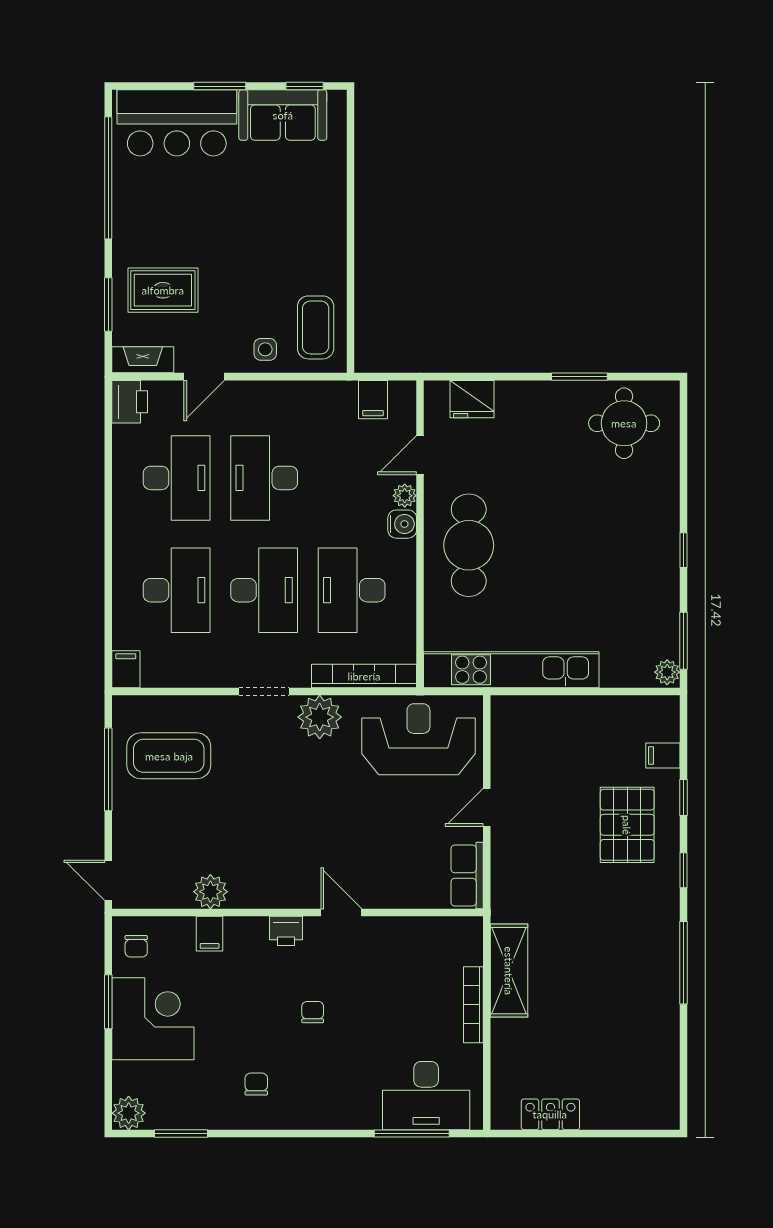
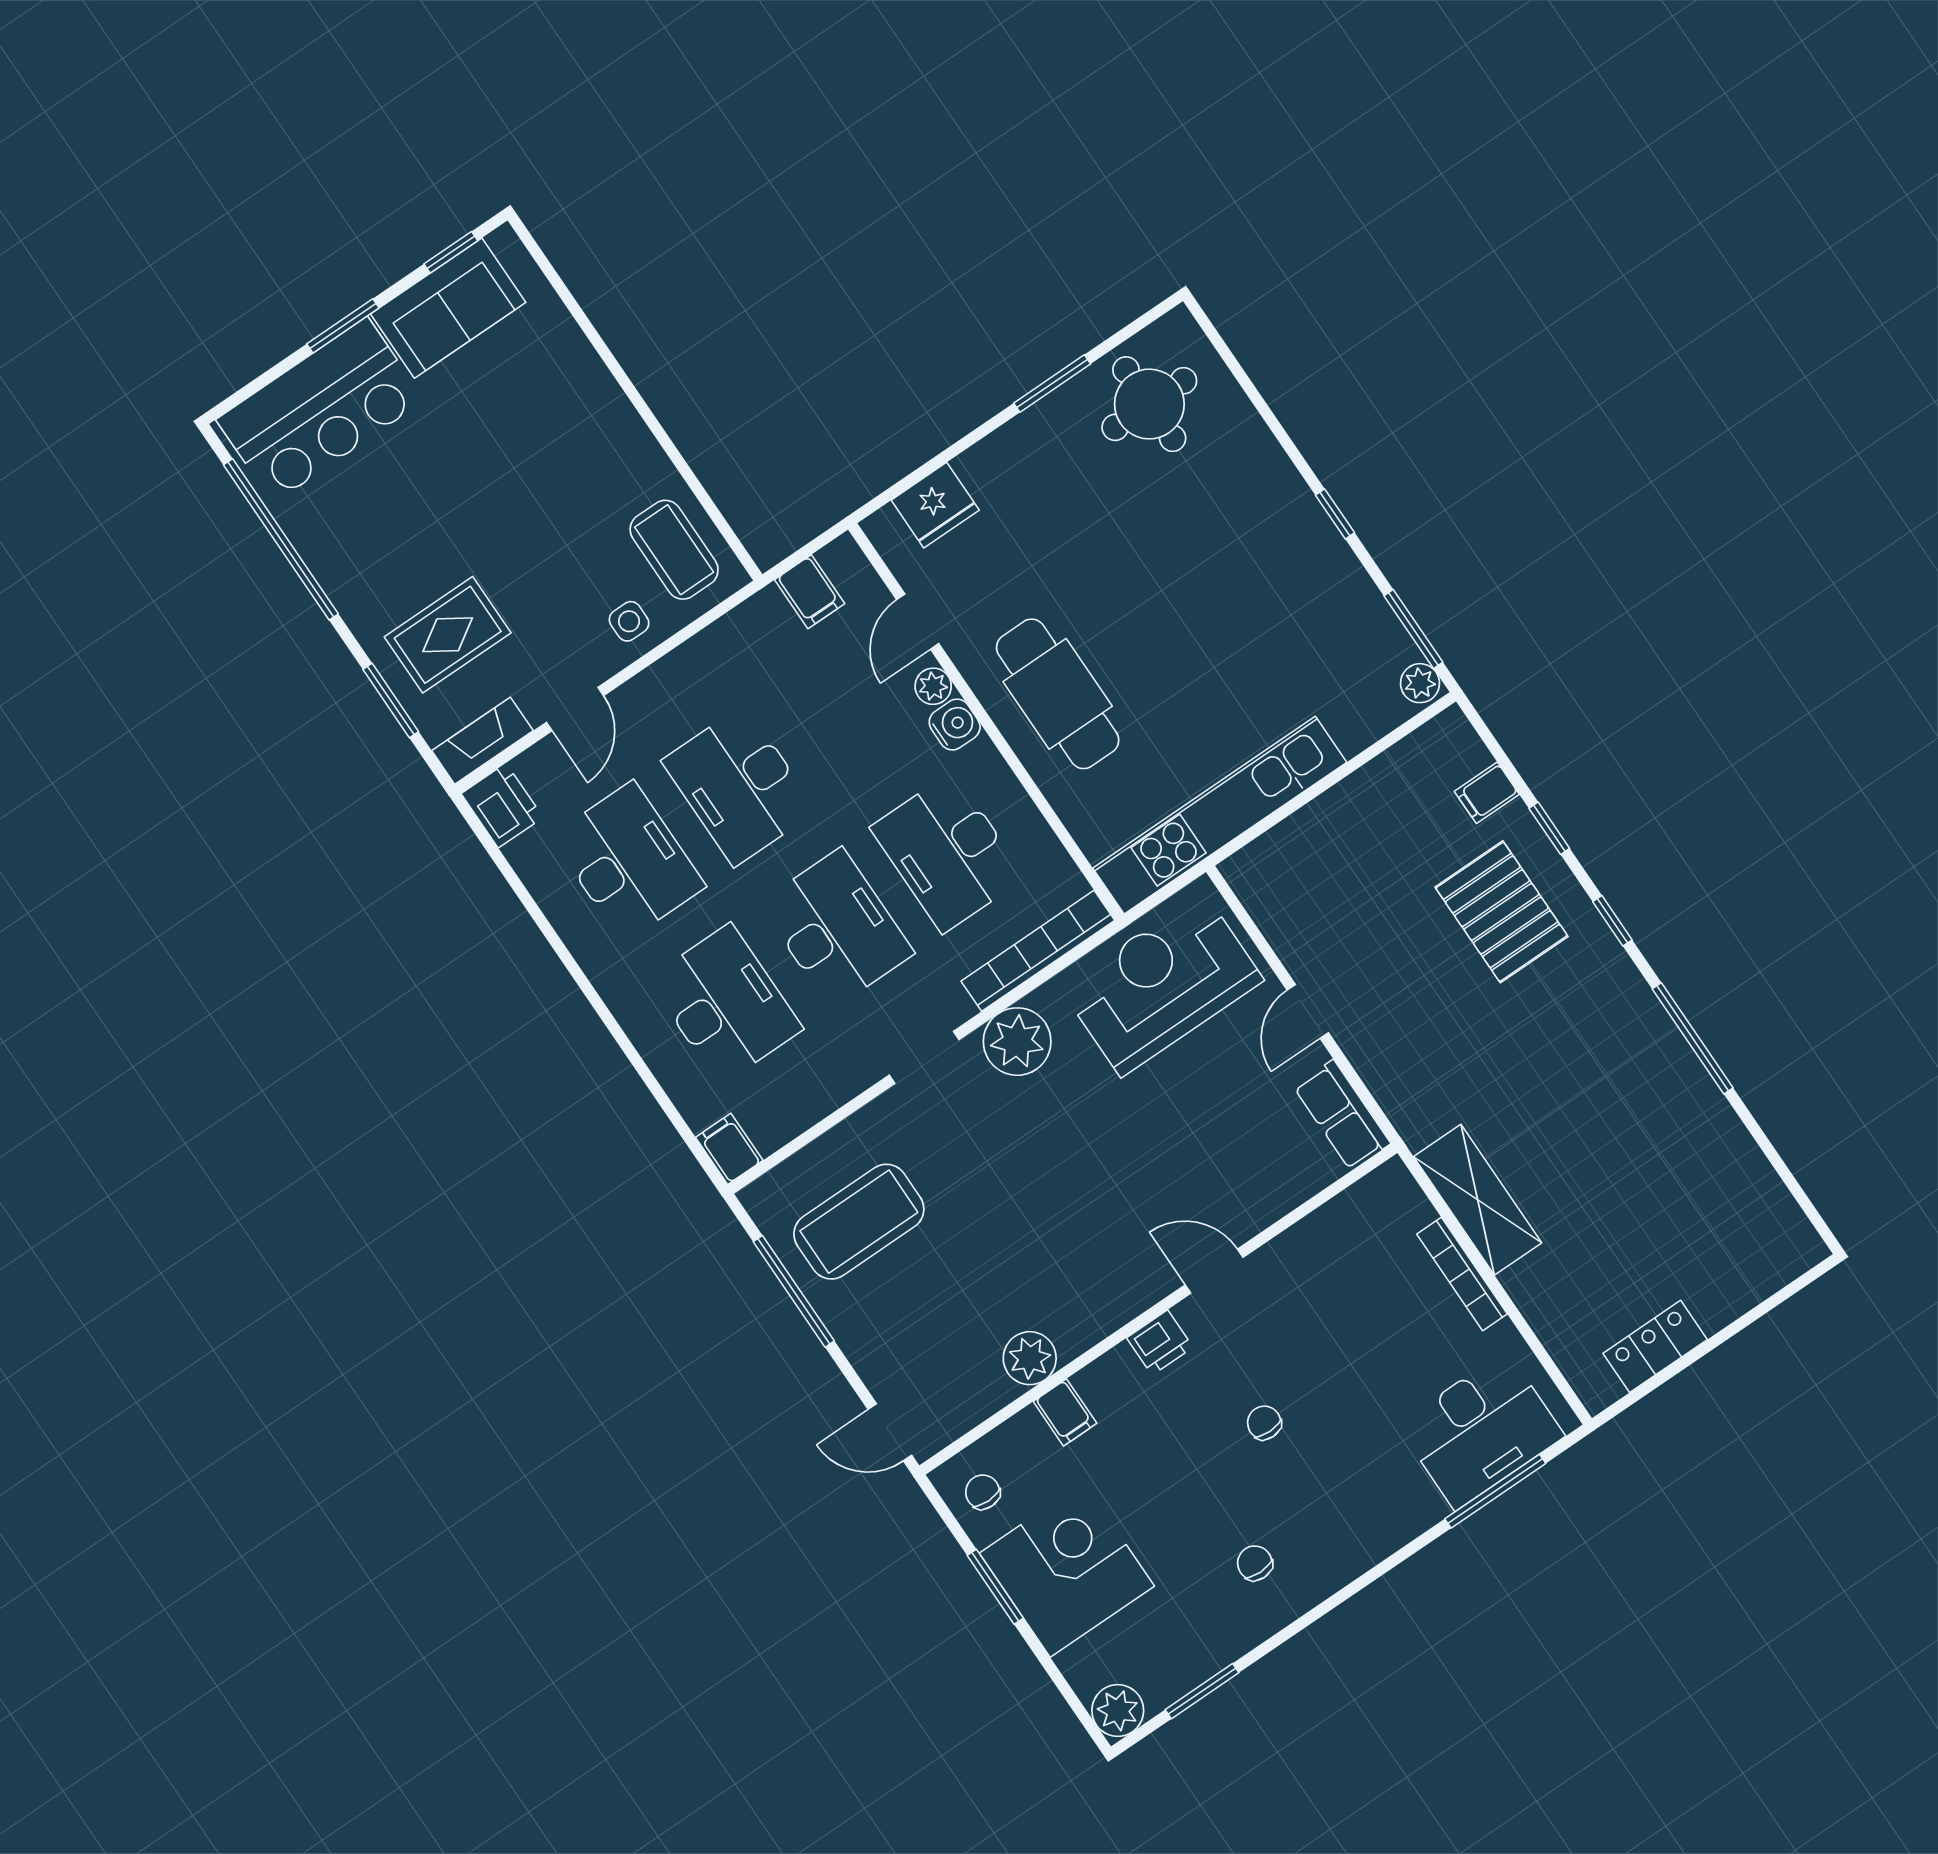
chair: (136, 946) -> (983, 1492), turned 180

